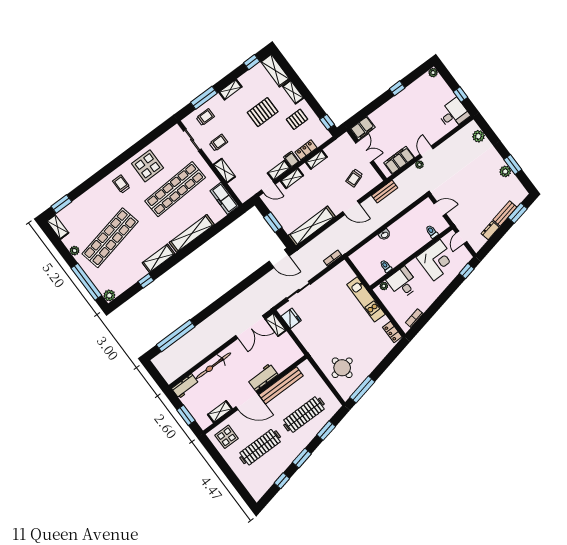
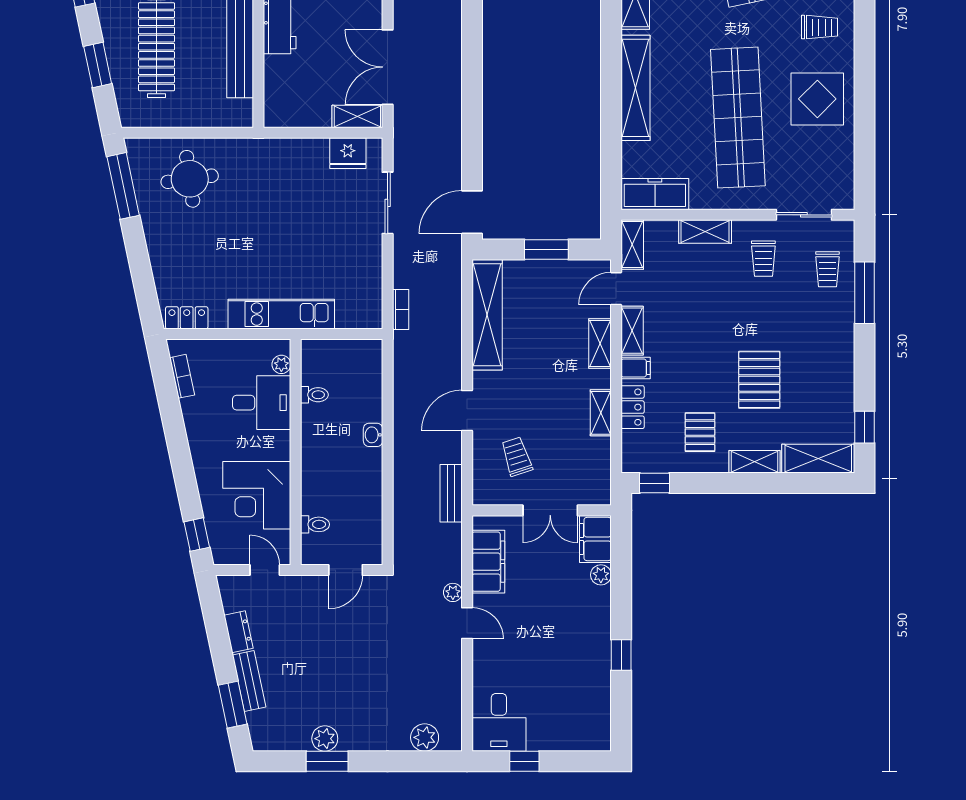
plant: (433, 73) -> (601, 575), moved
shelving: (230, 90) -> (632, 245), moved

